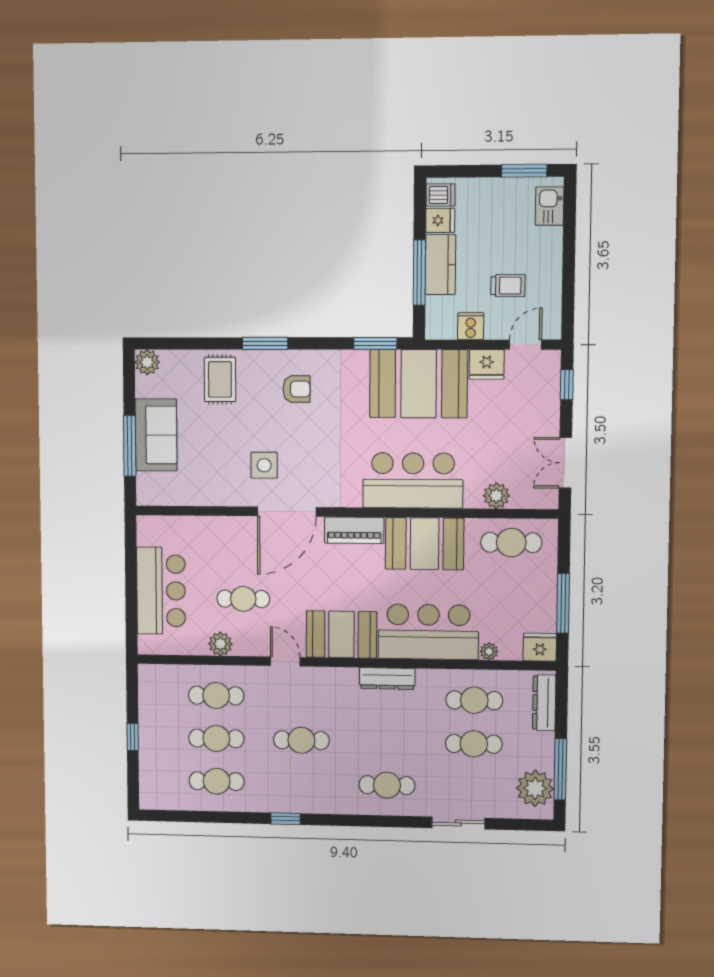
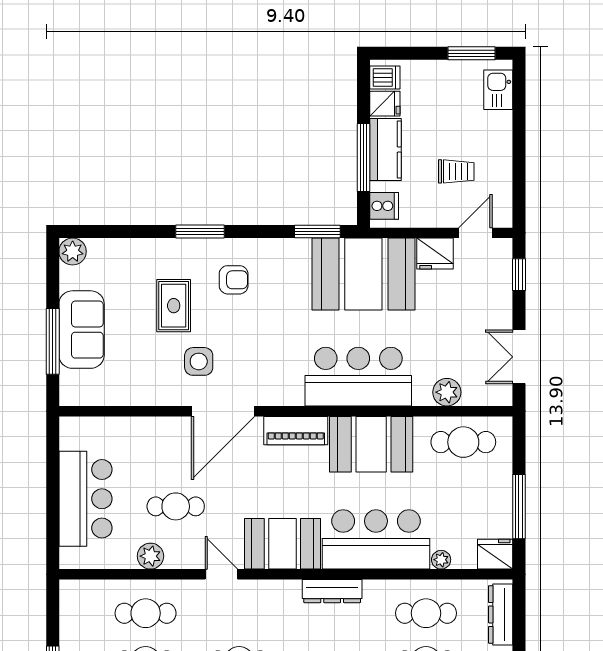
cooker: (471, 326) -> (384, 206), moved, turned 90
rug: (220, 379) -> (174, 306), moved

